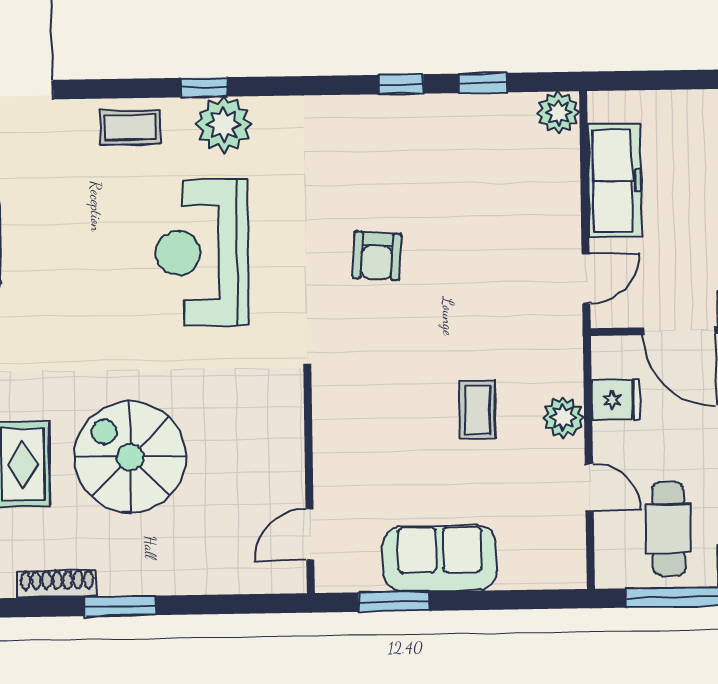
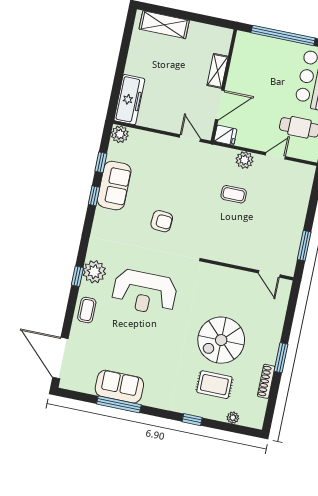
freezer: (615, 181) -> (129, 100), moved, turned 90
fridge: (616, 400) -> (225, 135), moved, turned 90
sofa: (440, 558) -> (114, 186), moved, turned 180

